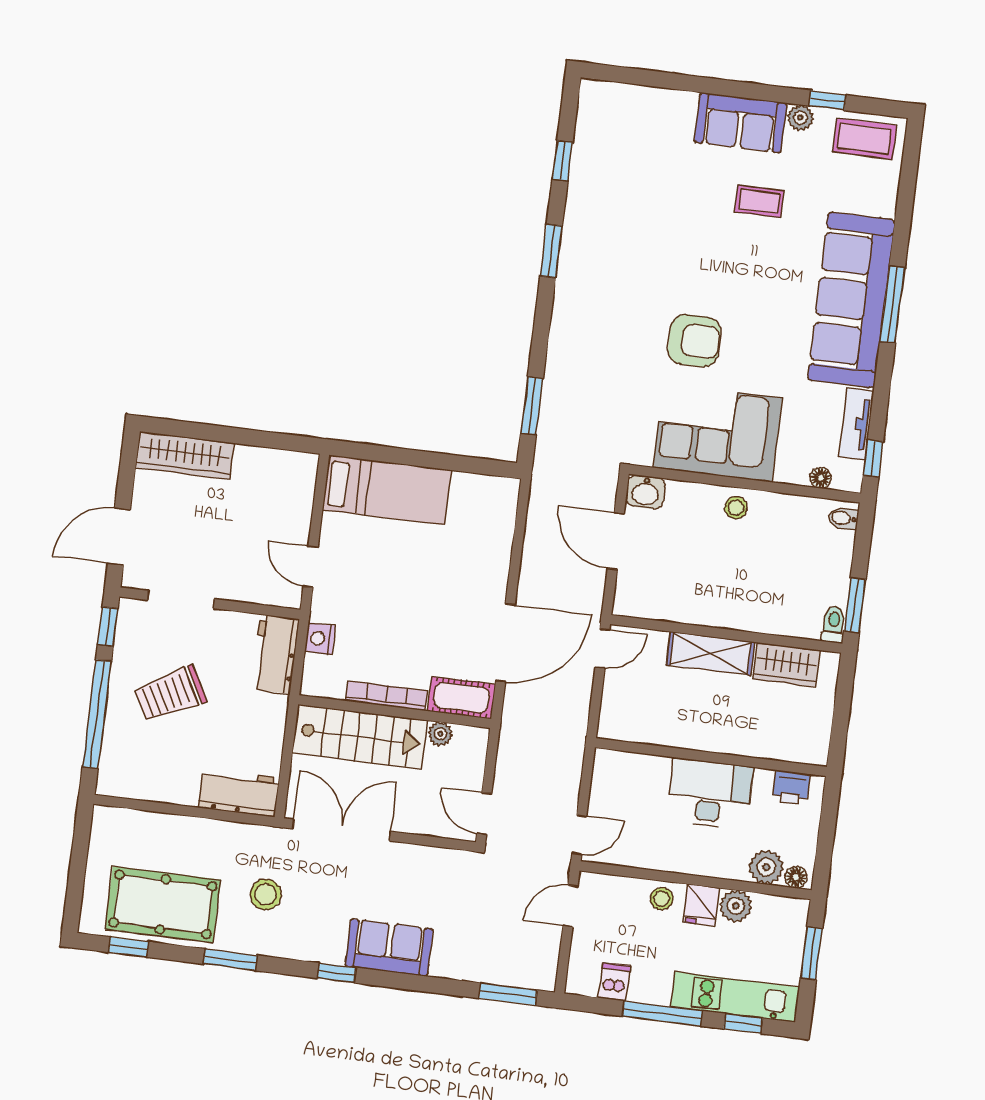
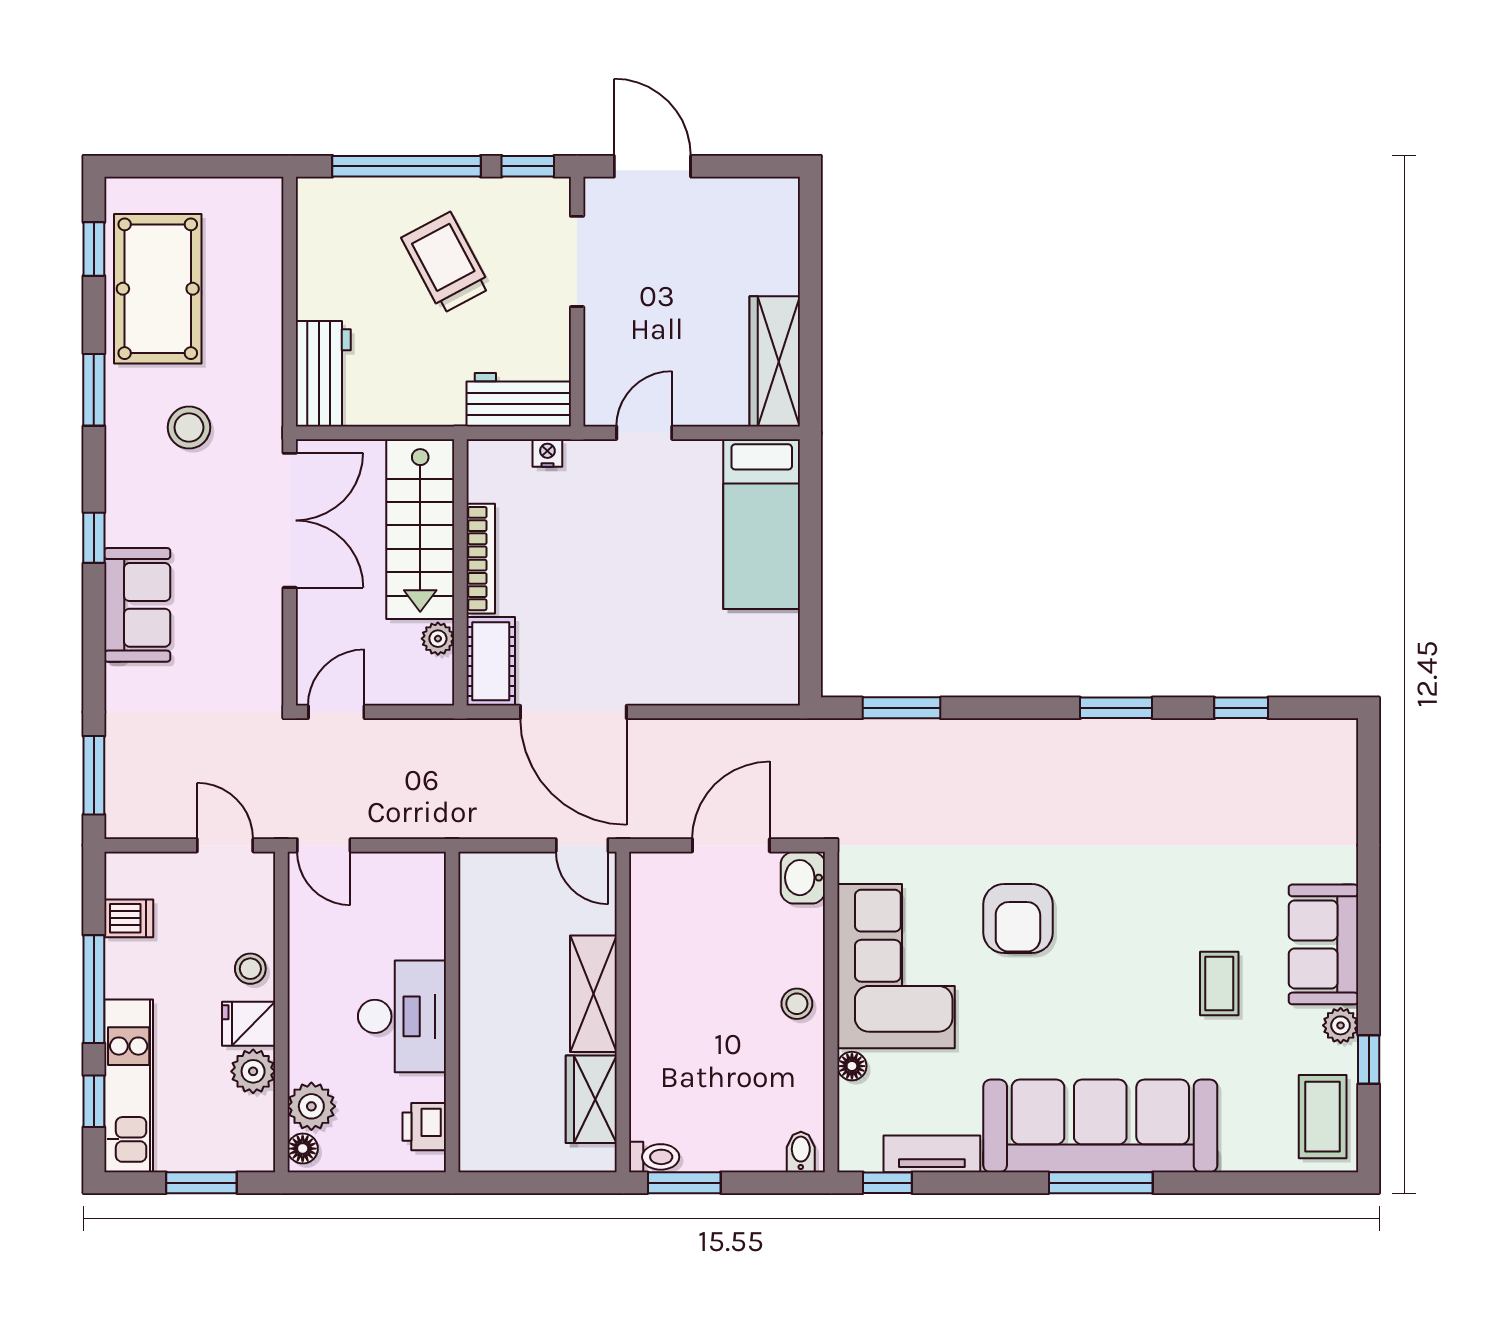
wardrobe: (185, 455) -> (775, 361), moved
floor lamp: (821, 478) -> (852, 1066), moved
nightstand: (320, 639) -> (547, 453), width x0.72, depth x0.74

